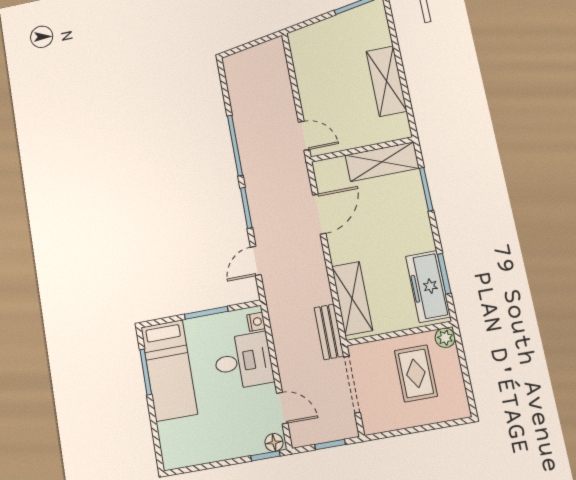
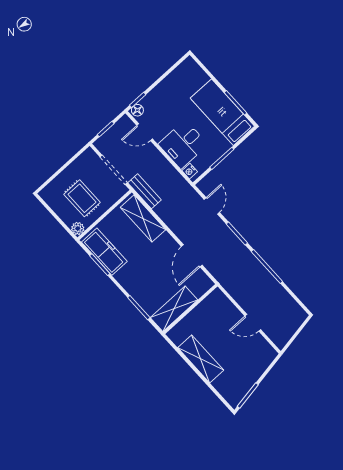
door: (304, 136) -> (253, 323), moved

